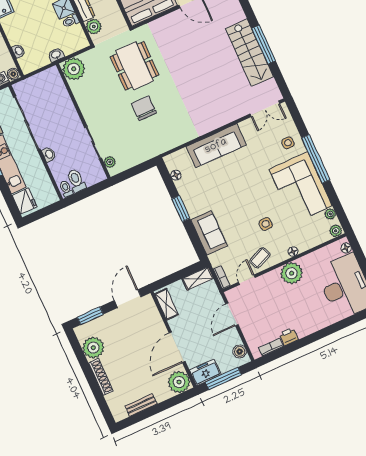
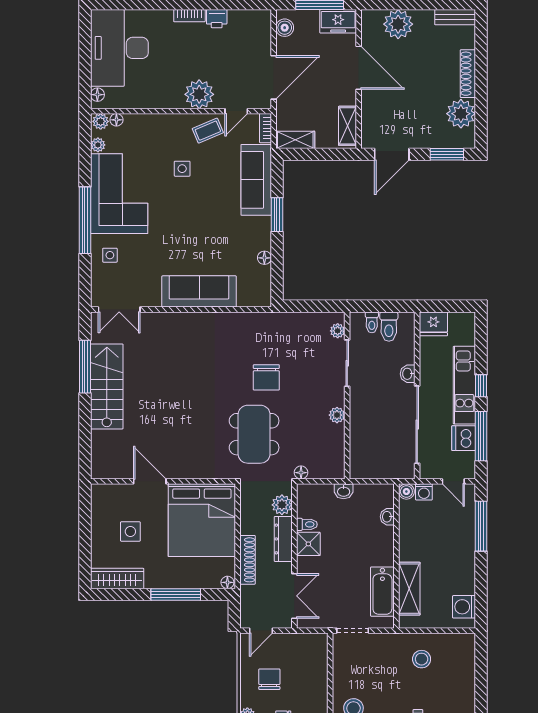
window: (264, 45) -> (85, 367), moved
floor lamp: (91, 54) -> (301, 473), added
plant: (74, 69) -> (337, 415), moved, width x0.53, depth x0.53
double door: (265, 109) -> (119, 310), swing flipped
floor lamp: (176, 175) -> (264, 258), moved
toilet: (66, 189) -> (372, 322), moved
fridge: (24, 201) -> (433, 324), moved, turned -90
window: (181, 209) -> (277, 215), moved
sofa: (209, 233) -> (256, 180), width x1.36
floor lamp: (293, 252) -> (116, 120), moved
plant: (292, 273) -> (199, 94), moved
door: (232, 314) -> (274, 77), width x1.36
door: (177, 347) -> (359, 68), hinge flipped
bookcase: (271, 347) -> (189, 16), moved
plant: (179, 382) -> (398, 24), moved
bench: (141, 405) -> (455, 17), moved

